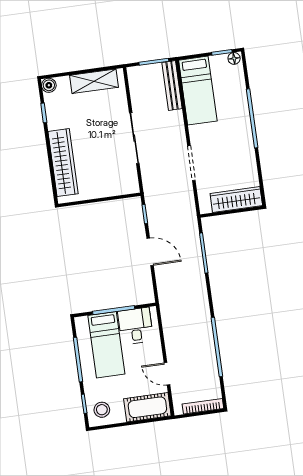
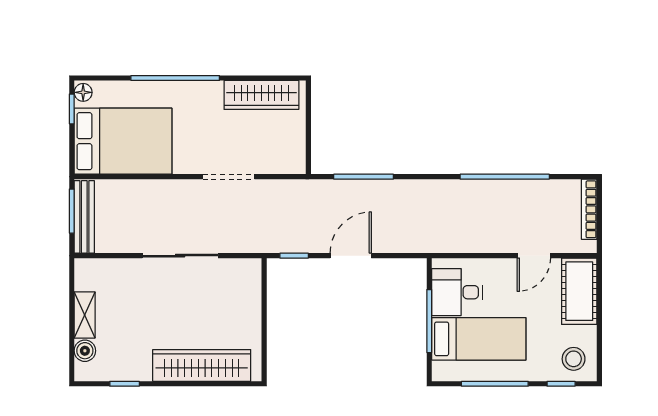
shelving: (94, 81) -> (85, 315), width x0.67, depth x0.75
boiler: (49, 85) -> (85, 351), moved
bench: (172, 86) -> (84, 217), moved, turned 90
bed: (198, 91) -> (123, 141), width x1.50
wardrobe: (236, 200) -> (261, 95), moved, turned -90

